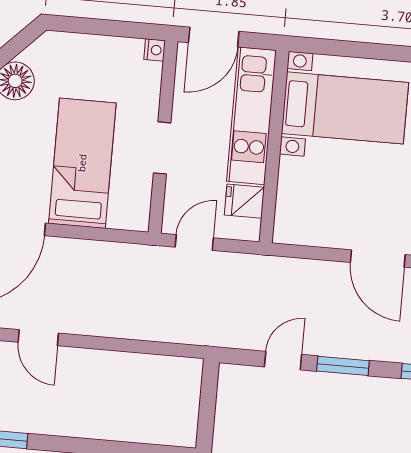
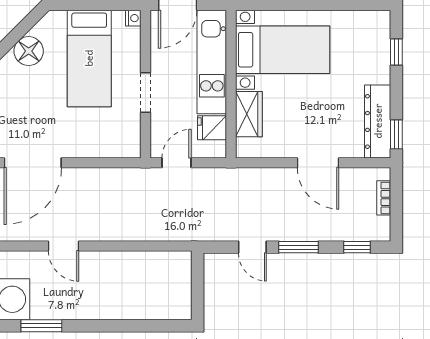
bed: (82, 163) -> (89, 58), moved, turned 180
wardrobe: (294, 188) -> (249, 114), added
door: (283, 361) -> (252, 247), swing flipped

